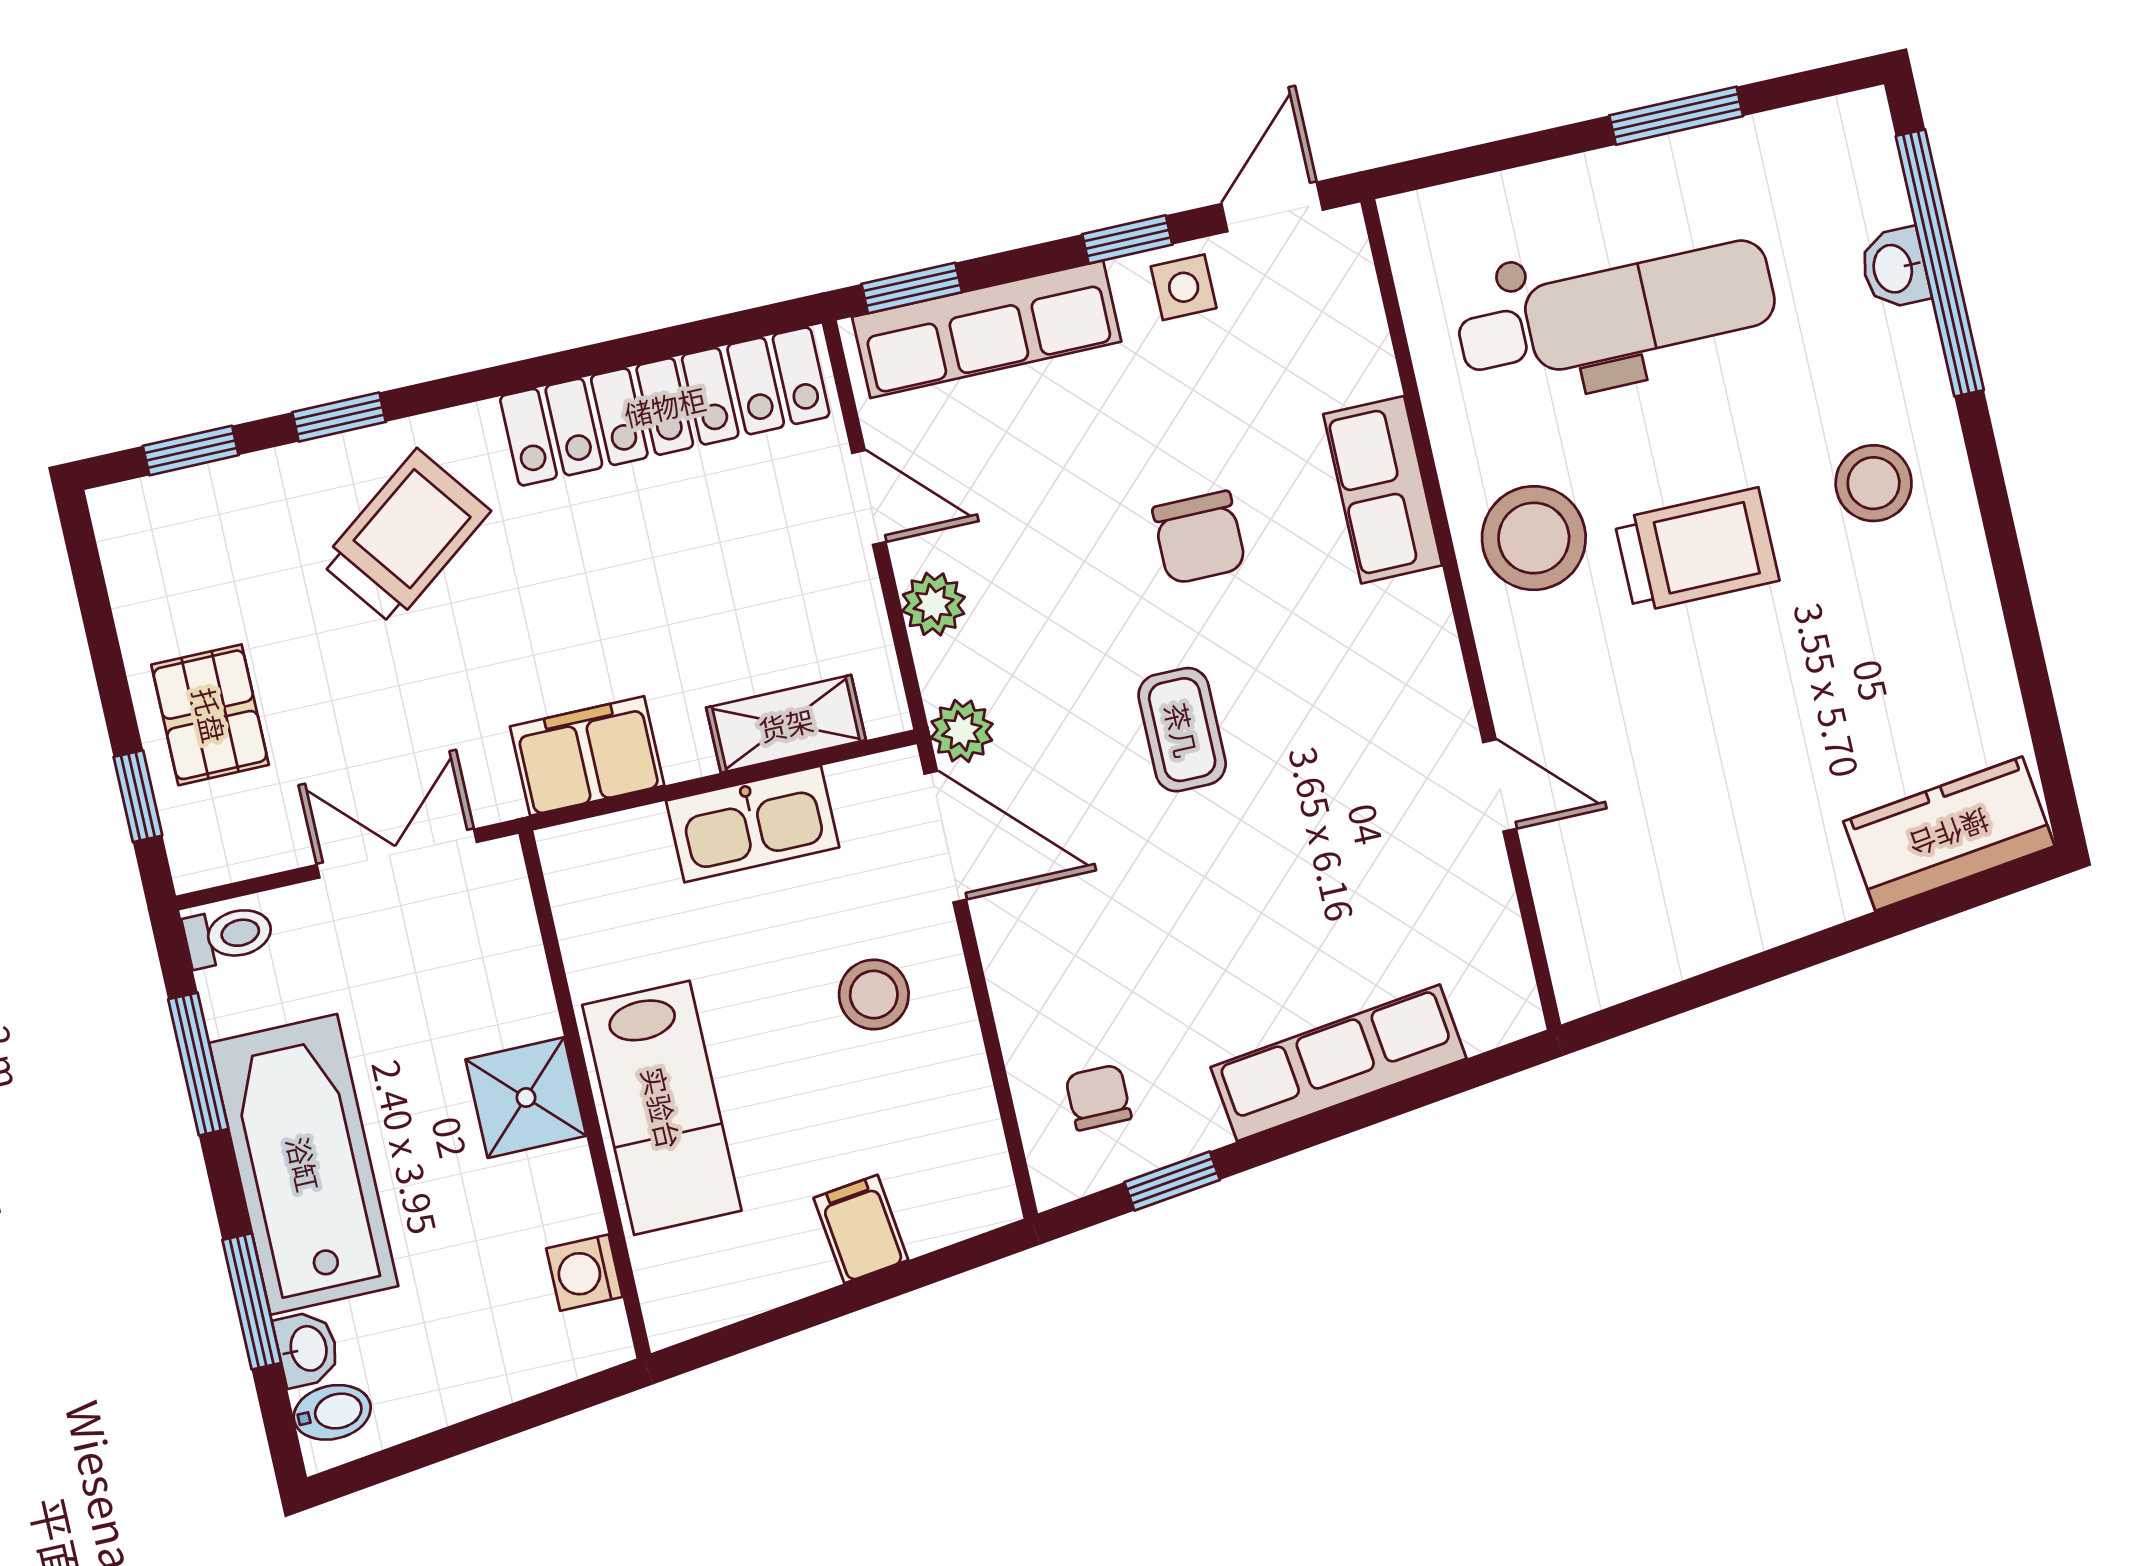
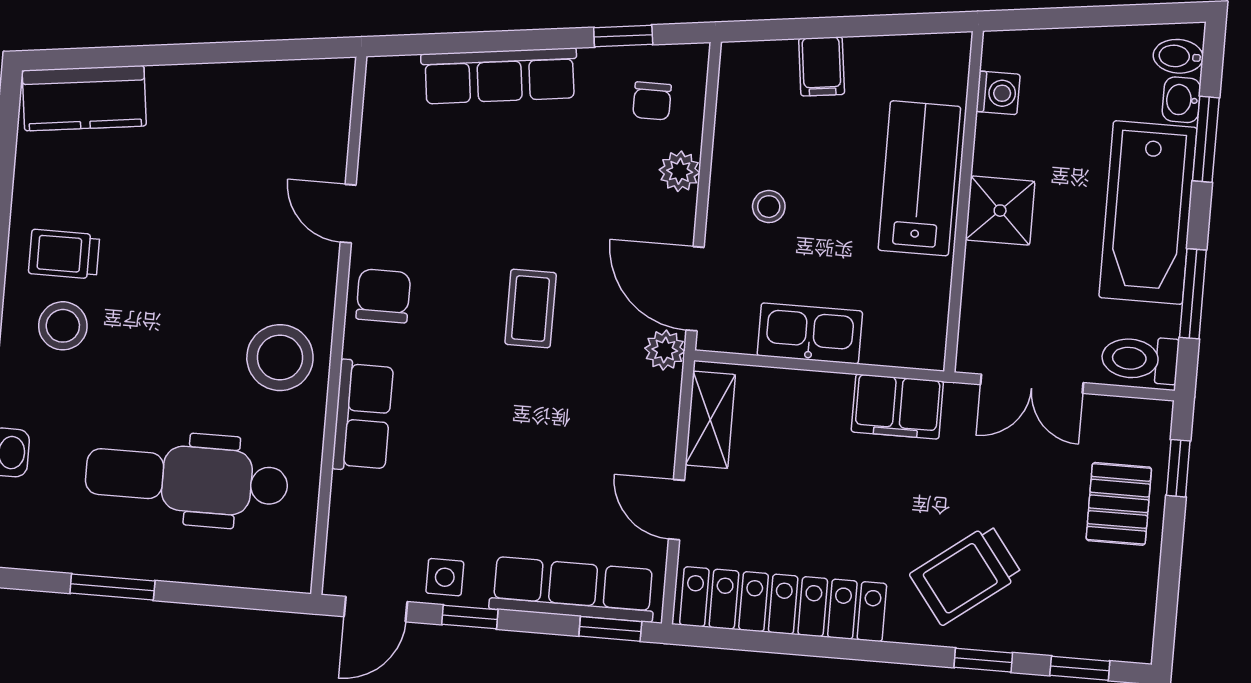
chair: (1199, 538) -> (383, 296), moved
trolley: (1697, 550) -> (64, 254), moved, width x0.73, depth x0.72
plant: (934, 604) -> (680, 171), moved
shelving: (786, 724) -> (710, 420), moved, turned 90
toilet: (229, 935) -> (1140, 359), width x1.37, depth x1.39
stool: (874, 994) -> (769, 207), width x0.73, depth x0.73

